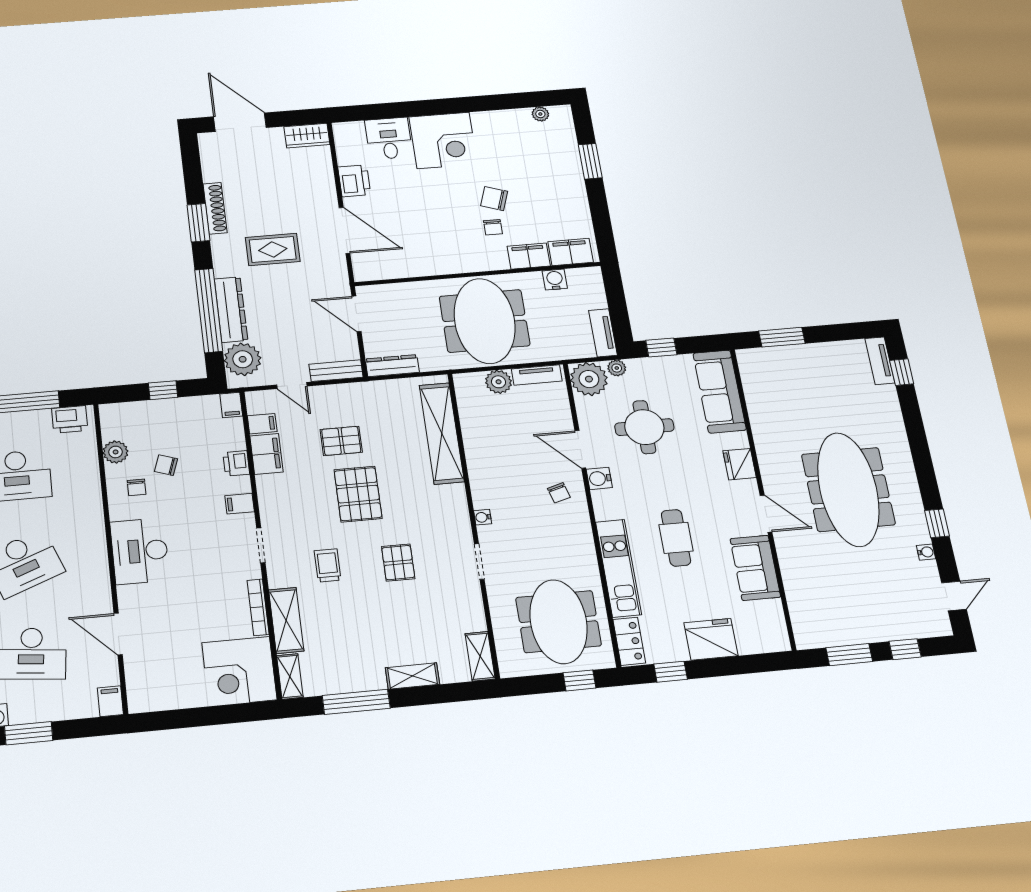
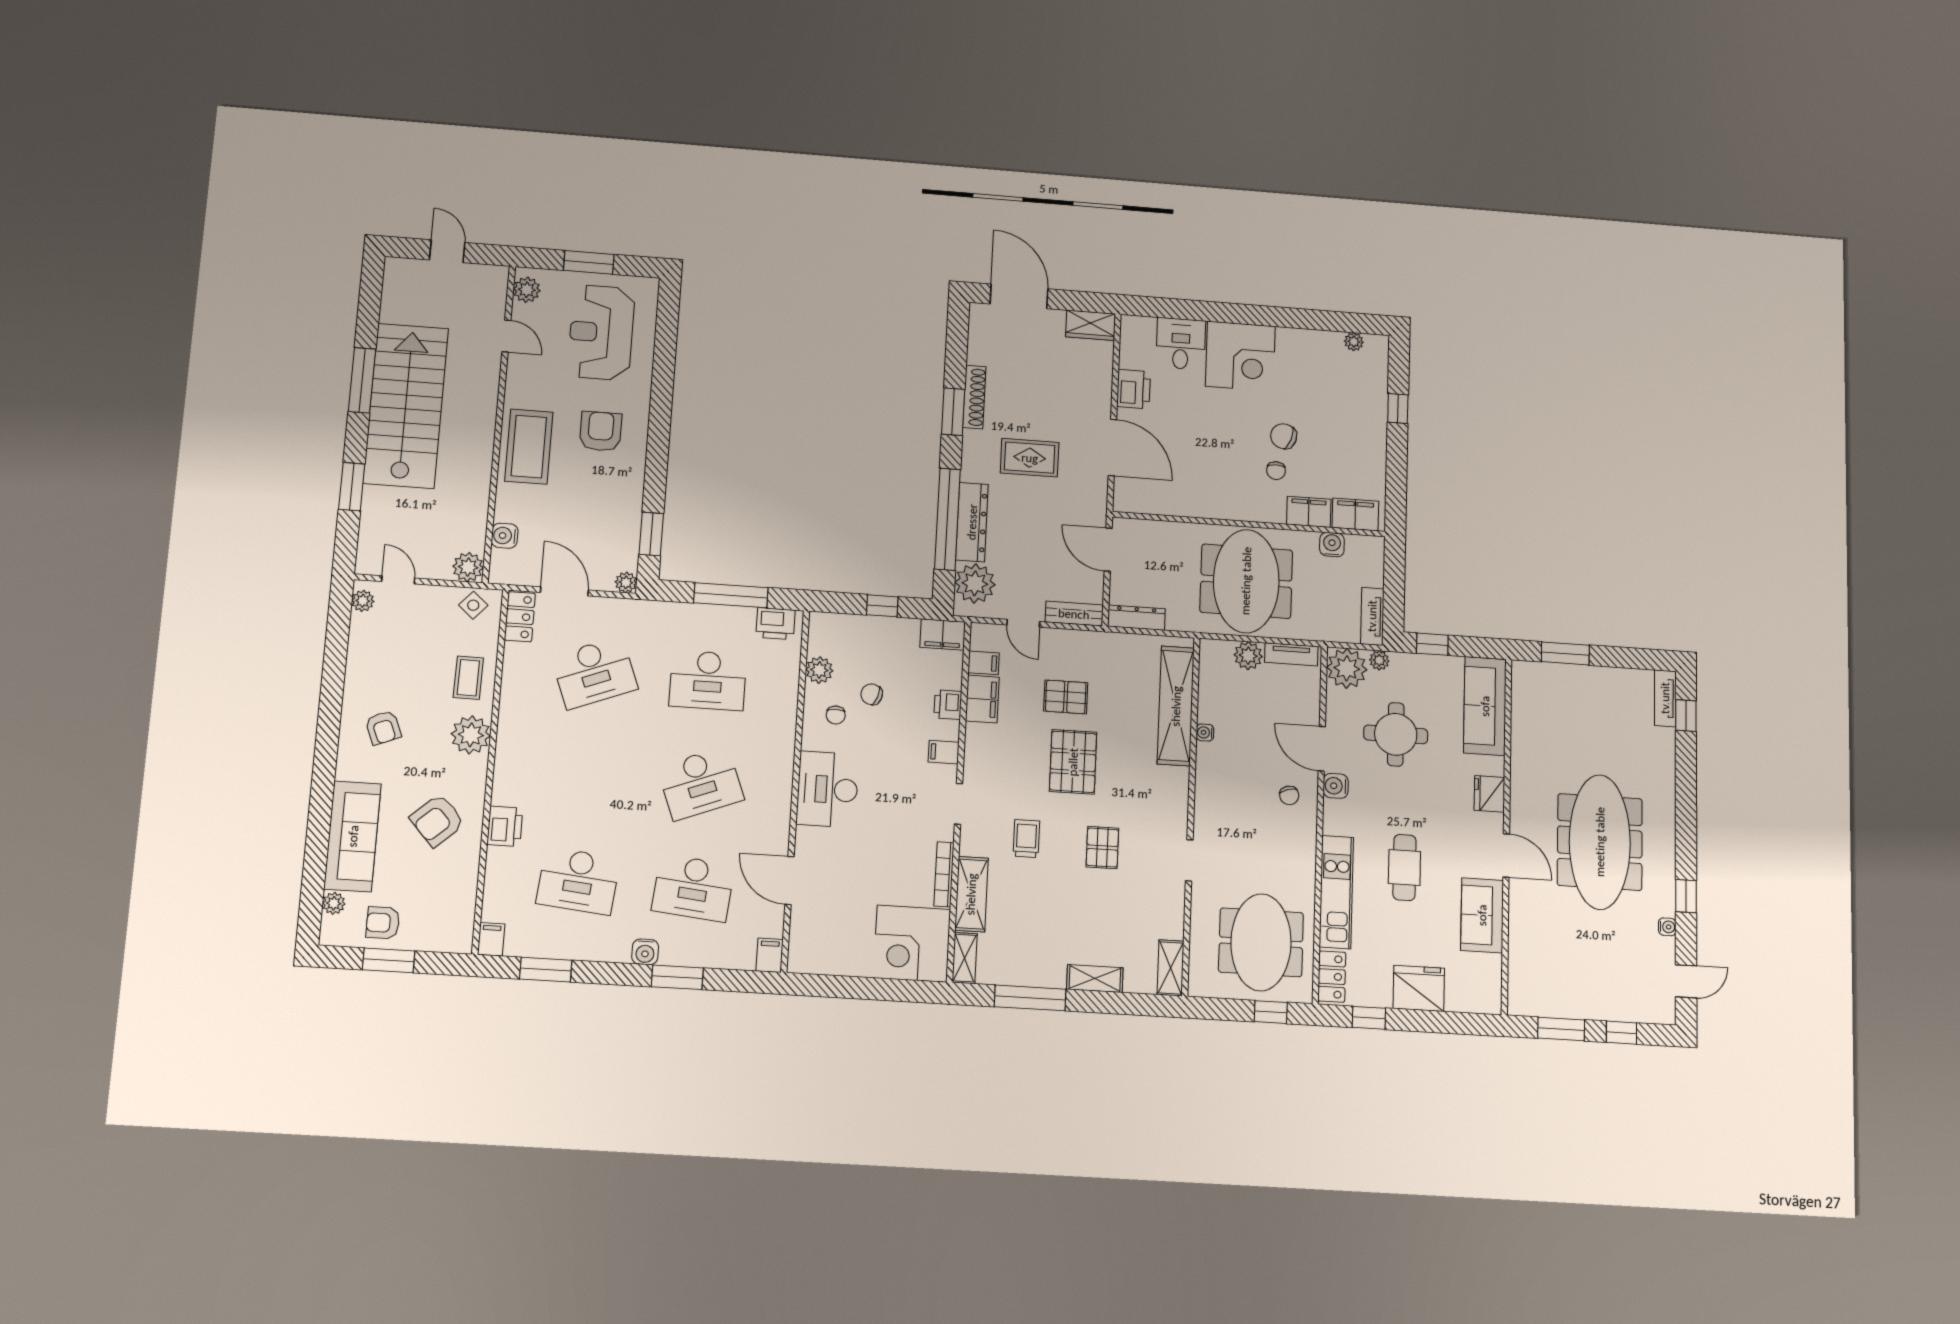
window: (590, 161) -> (1398, 408), width x0.67
filing cabinet: (231, 405) -> (943, 635), width x2.00
water cooler: (483, 517) -> (1205, 733), moved

